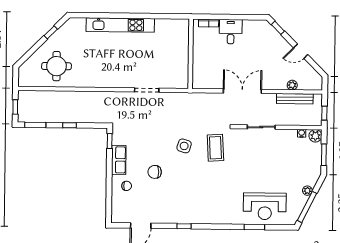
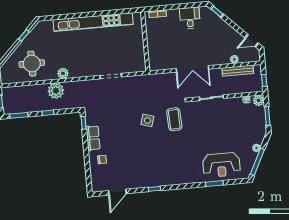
kitchen unit: (120, 25) -> (93, 22), width x1.36
desk: (231, 32) -> (190, 18), moved
door: (301, 51) -> (252, 41), moved
plant: (92, 81) -> (63, 73), added
double door: (242, 91) -> (192, 69), swing flipped
plant: (81, 100) -> (56, 91), added
chair: (155, 172) -> (125, 145), removed

